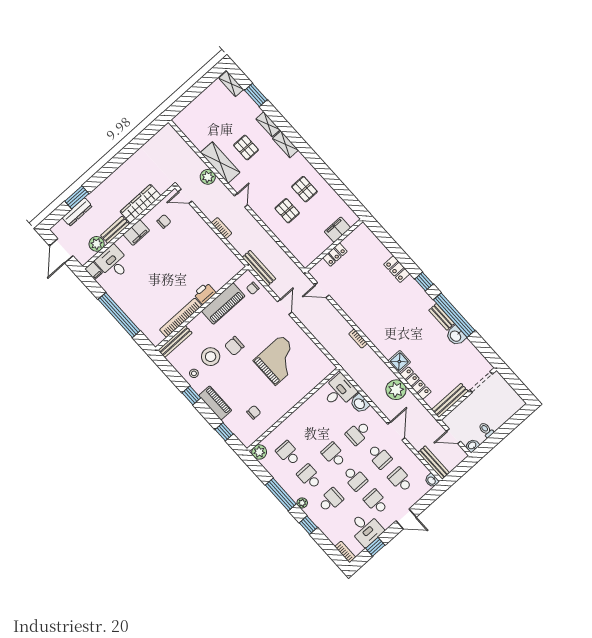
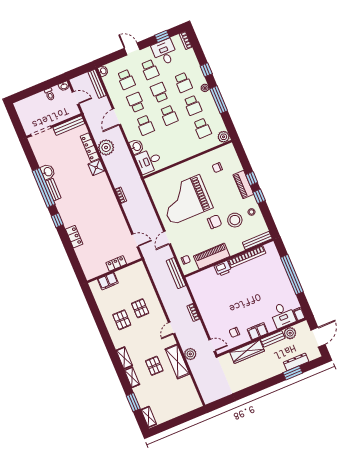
grand piano: (279, 360) -> (185, 200), width x1.37, depth x1.48
window: (224, 432) -> (252, 178), moved
school desk: (358, 433) -> (145, 125), turned 90
school desk: (331, 500) -> (183, 82), turned -90

